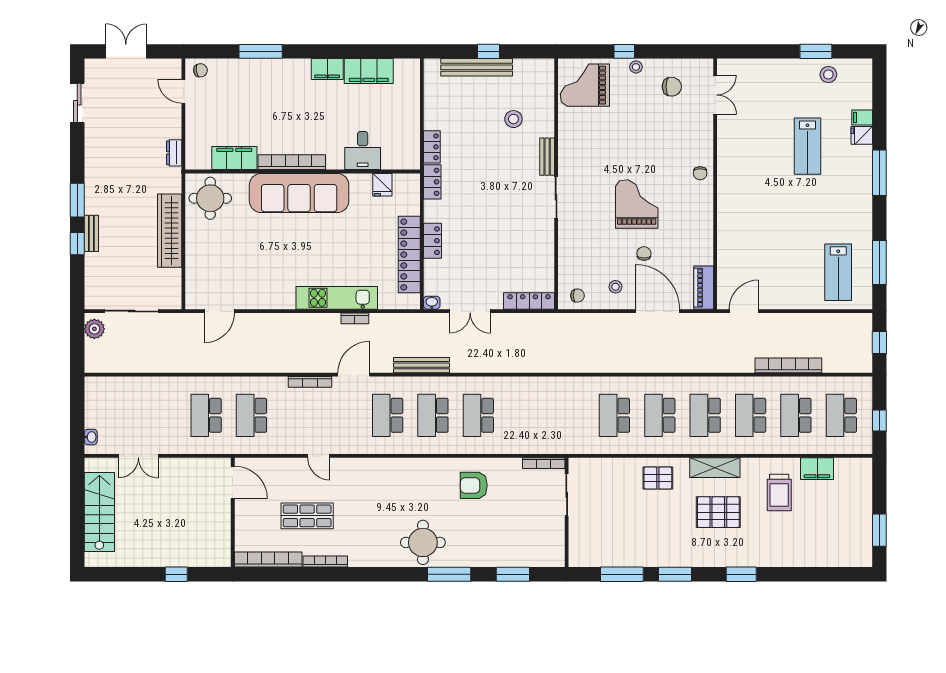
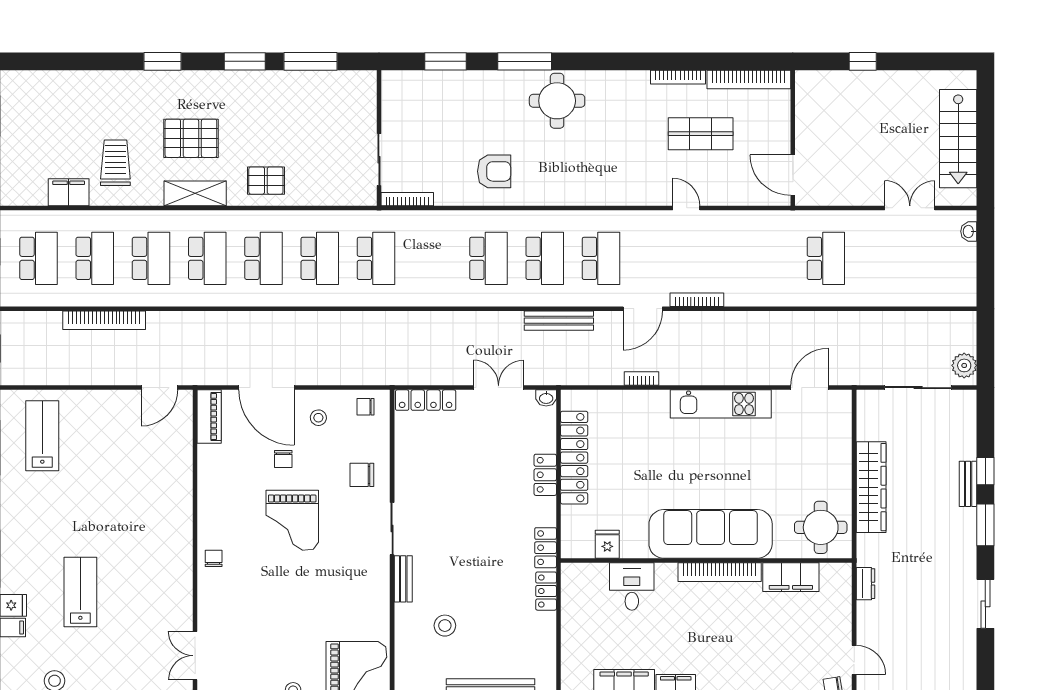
chair: (672, 87) -> (362, 475), moved
sliding door: (77, 103) -> (985, 604), moved
kitchen unit: (337, 298) -> (721, 404), moved
school desk: (251, 415) -> (376, 258), moved

